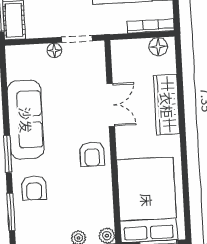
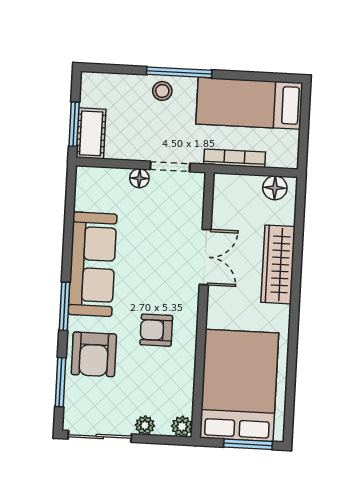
bookcase: (151, 26) -> (235, 158), moved
armchair: (92, 154) -> (156, 330), moved, turned 90
armchair: (34, 188) -> (94, 354), width x1.38, depth x1.38

